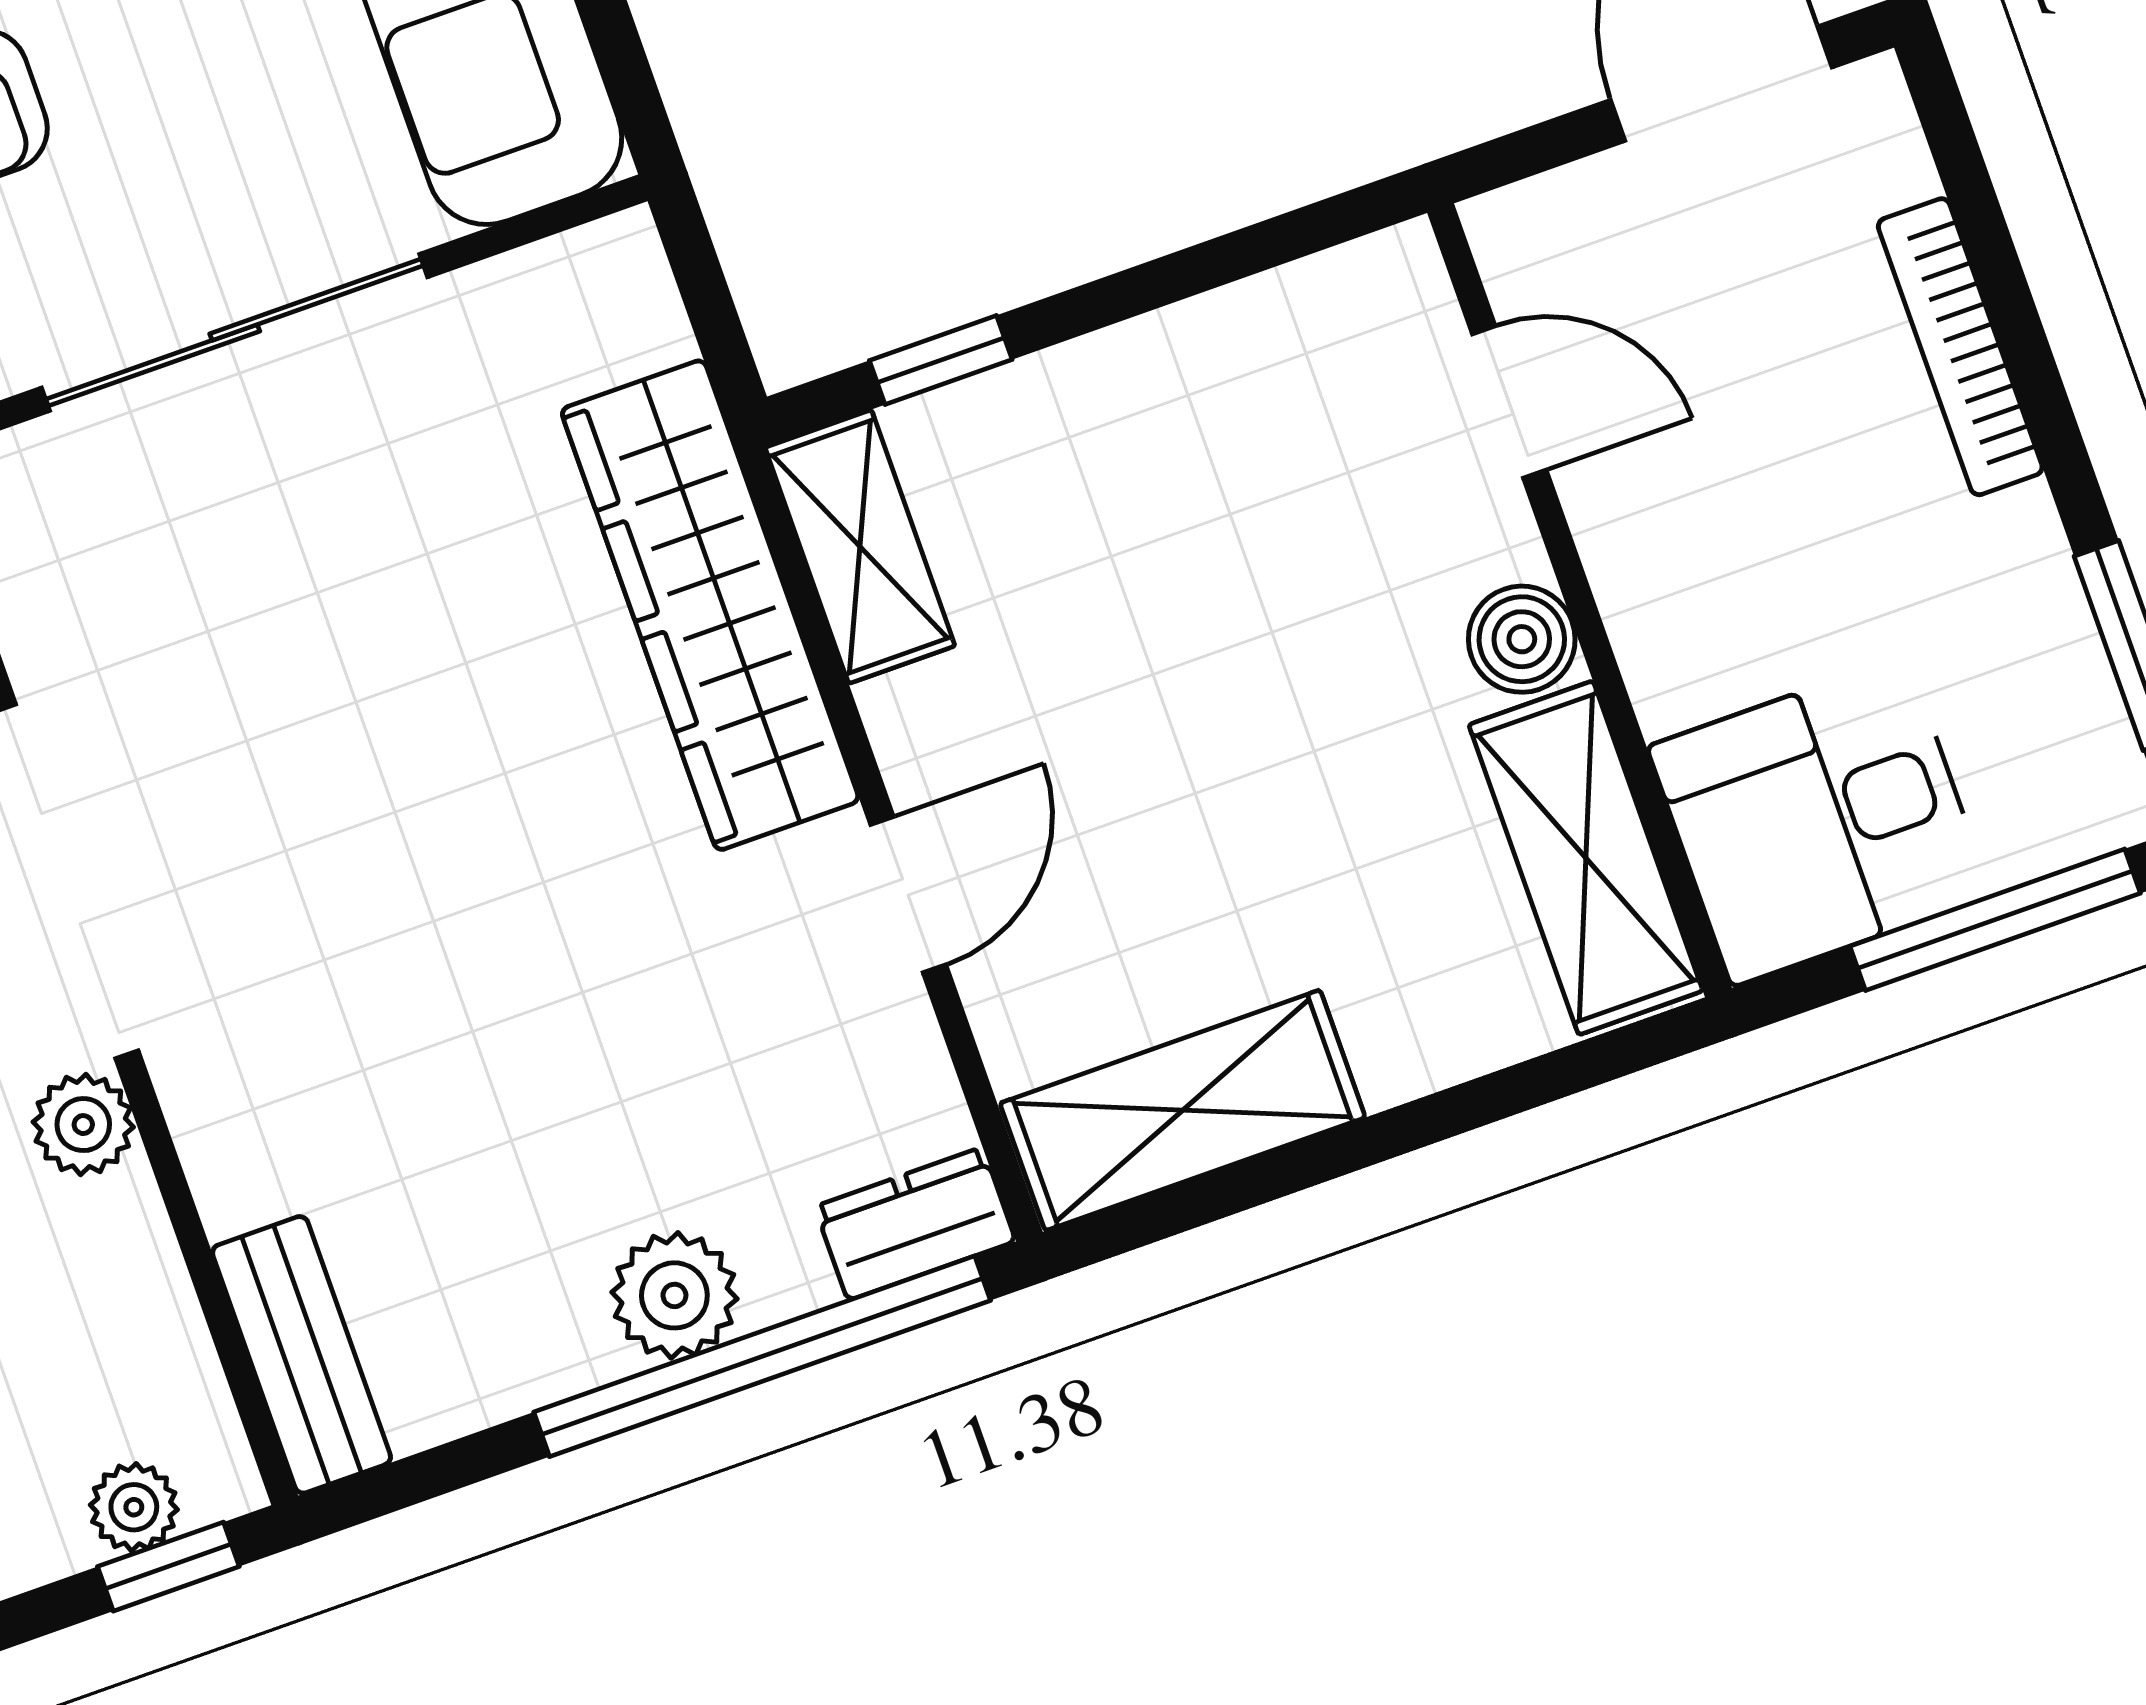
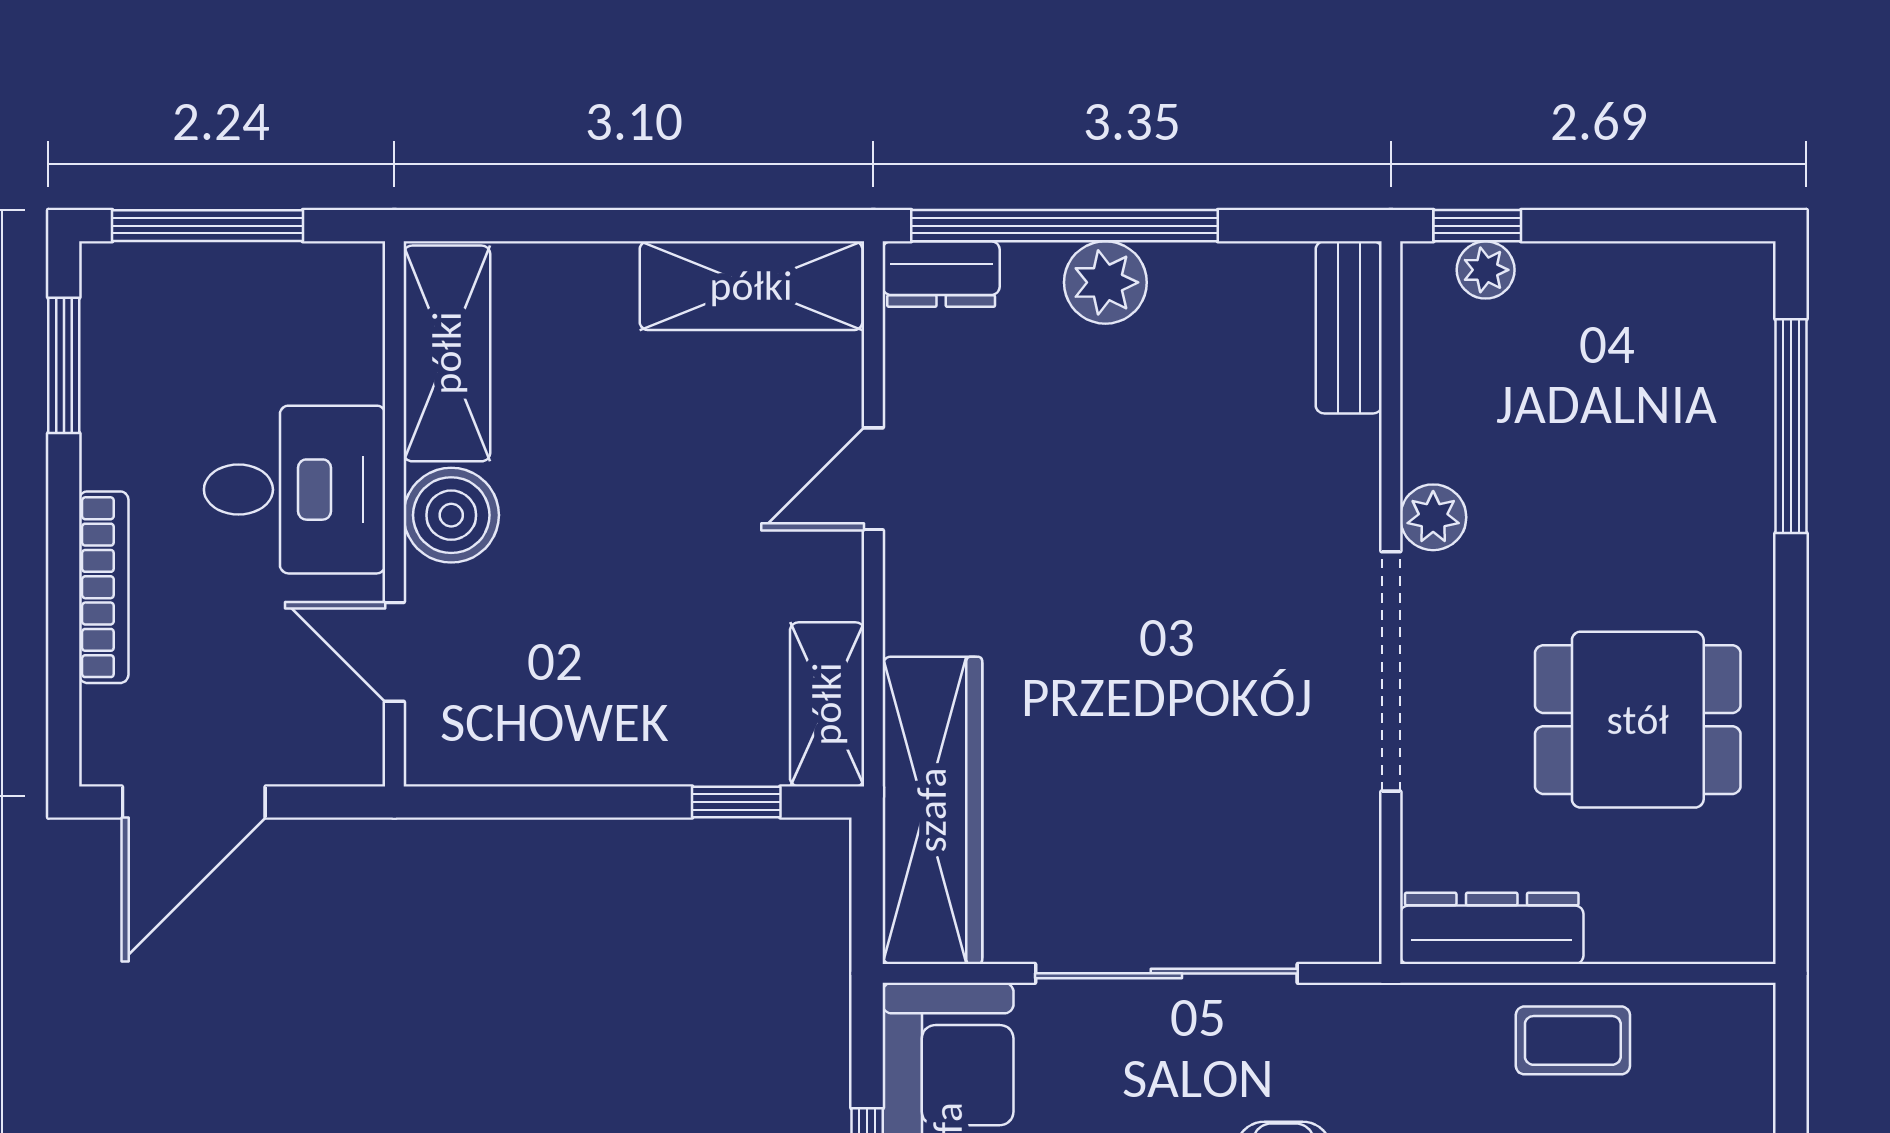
wardrobe: (710, 605) -> (932, 810), moved
boiler: (1522, 639) -> (451, 515), width x1.36, depth x1.36
desk: (1819, 821) -> (295, 490), moved

